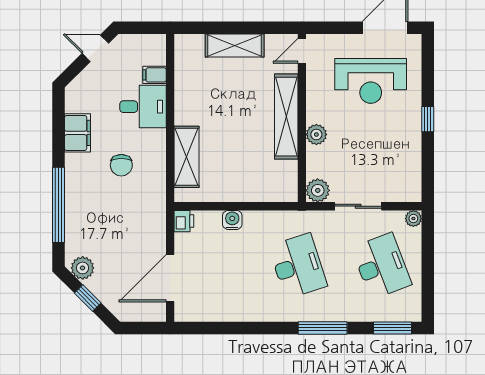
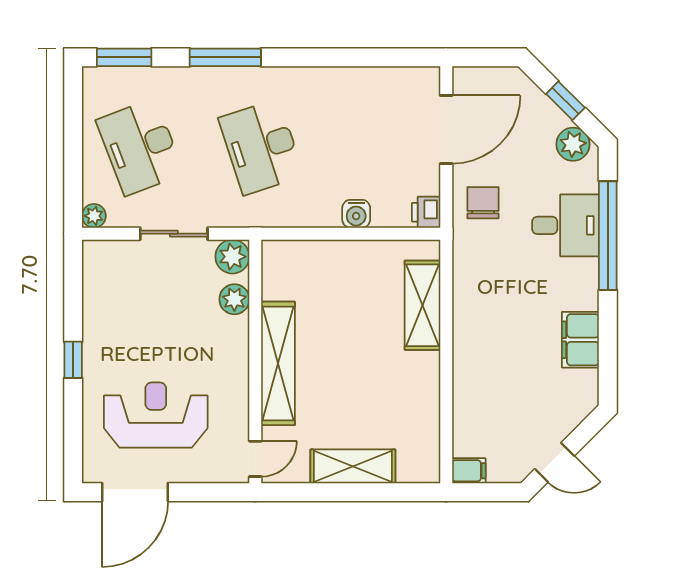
filing cabinet: (154, 75) -> (469, 471), moved
desk: (143, 107) -> (566, 225), moved, turned 180
plant: (316, 134) -> (234, 299), moved
chair: (121, 165) -> (483, 203), moved

